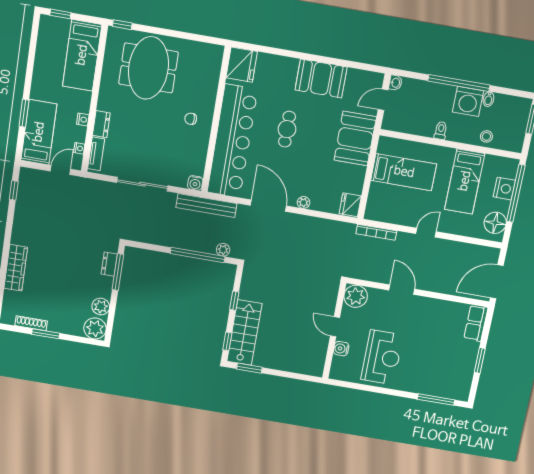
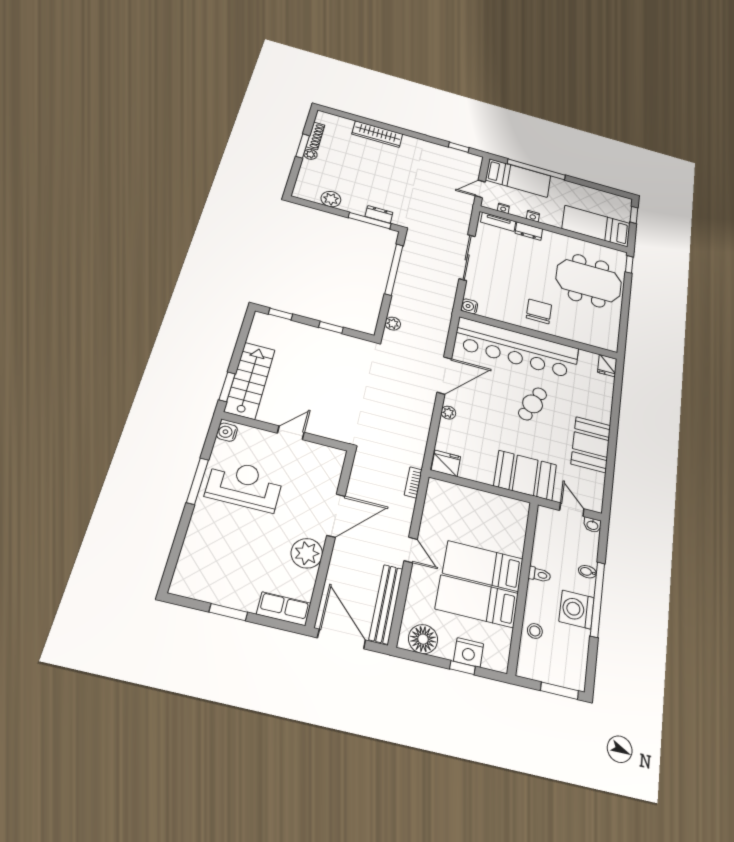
fridge: (242, 65) -> (607, 366), width x0.53, depth x0.75
bidet: (488, 99) -> (587, 572), moved
window: (24, 113) -> (536, 169), width x2.11
chair: (191, 119) -> (539, 311), width x1.87, depth x1.87
cafe table: (287, 129) -> (533, 404), turned -67
door: (60, 170) -> (480, 189), swing flipped
bed: (404, 172) -> (483, 566), moved, turned 90
window: (516, 193) -> (462, 668), width x0.32
bench: (206, 206) -> (386, 604), moved
bookcase: (376, 232) -> (413, 482), width x0.64
window: (198, 255) -> (394, 269), moved
door: (402, 290) -> (336, 516), width x1.36
plant: (356, 296) -> (307, 553), moved
plant: (95, 328) -> (310, 154), moved, width x0.53, depth x0.53
stairs: (244, 333) -> (250, 380), moved, turned -90
water cooler: (341, 349) -> (227, 432), moved, turned -90
reception desk: (382, 357) -> (245, 485), turned 180
window: (249, 368) -> (227, 387), moved
window: (436, 400) -> (197, 481), moved

